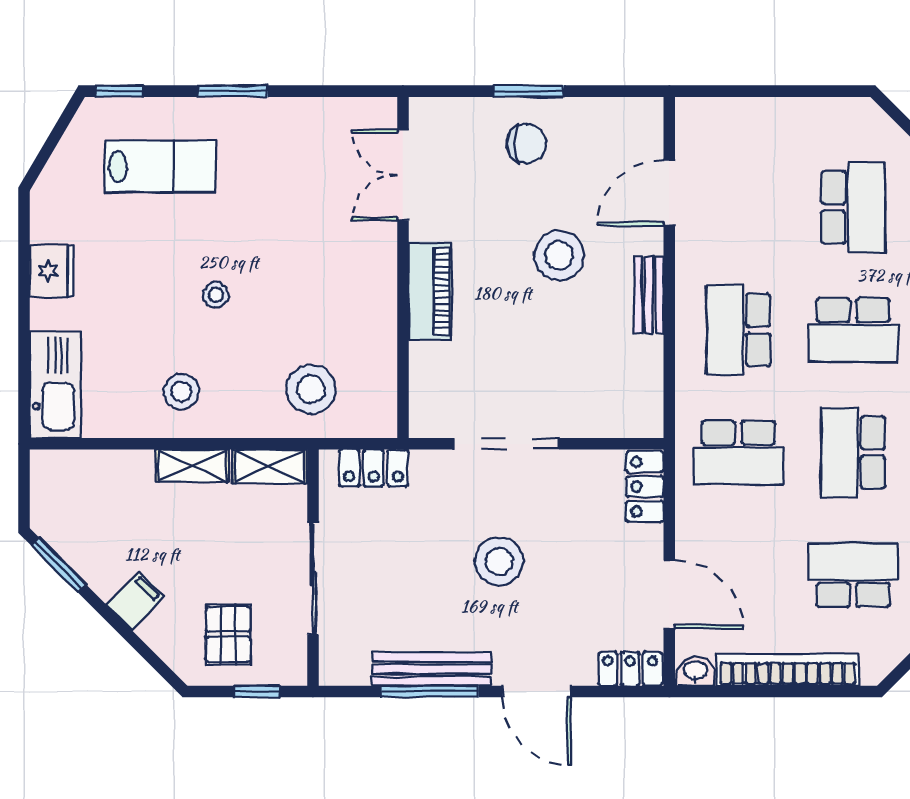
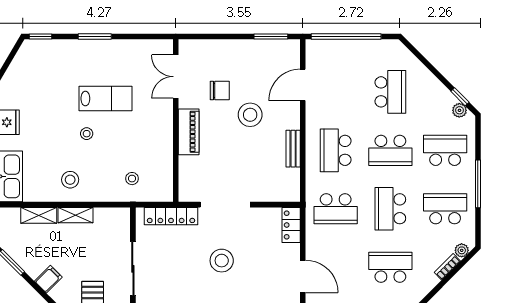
window: (529, 91) -> (271, 37), moved
window: (760, 91) -> (346, 37), added
chair: (526, 144) -> (220, 90), moved
lab bench: (160, 166) -> (105, 99), moved
bench: (649, 295) -> (293, 149), moved
stool: (311, 389) -> (132, 179), width x0.53, depth x0.53
shelving: (270, 466) -> (39, 215), moved
locker: (374, 468) -> (171, 216), width x1.53

